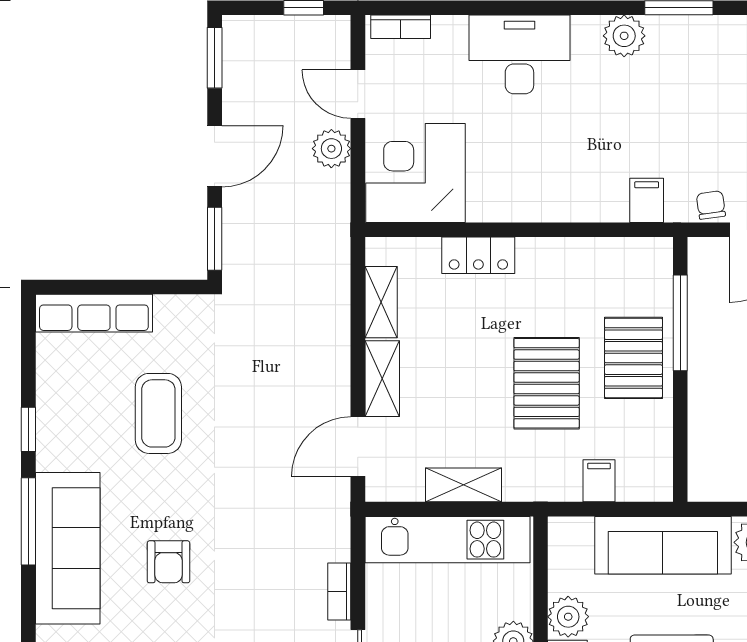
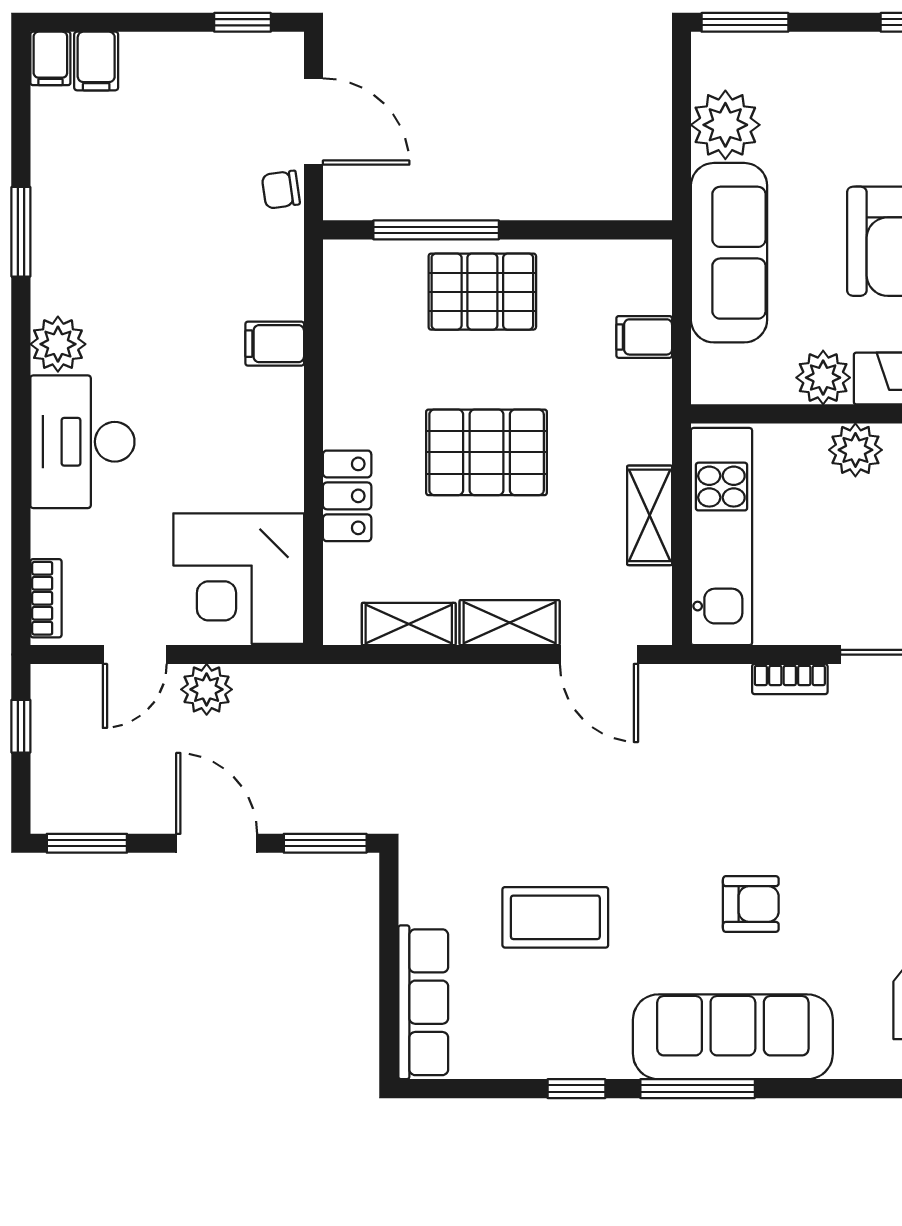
plant: (624, 36) -> (58, 344), moved
filing cabinet: (647, 200) -> (275, 344), moved
pallet: (547, 383) -> (487, 452), moved

